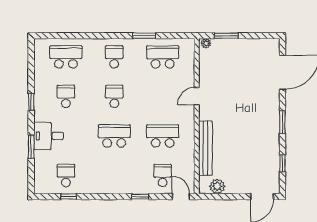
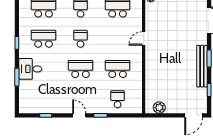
school desk: (66, 96) -> (44, 39), width x1.85
bench: (205, 148) -> (202, 66), moved
school desk: (66, 175) -> (44, 99), removed
door: (181, 197) -> (79, 115), moved

